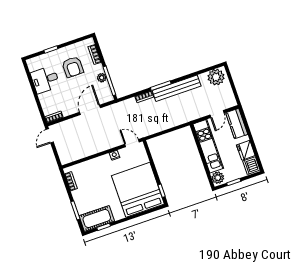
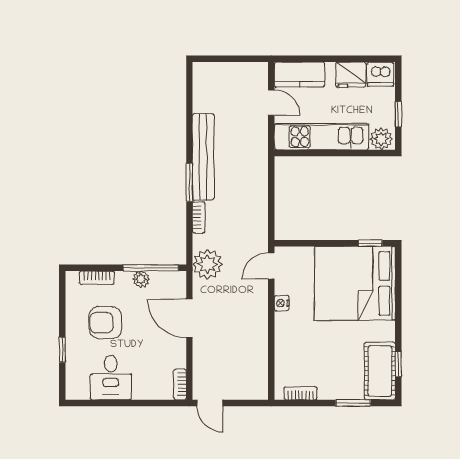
armchair: (73, 67) -> (105, 323), turned 180
plant: (216, 77) -> (207, 264), moved

